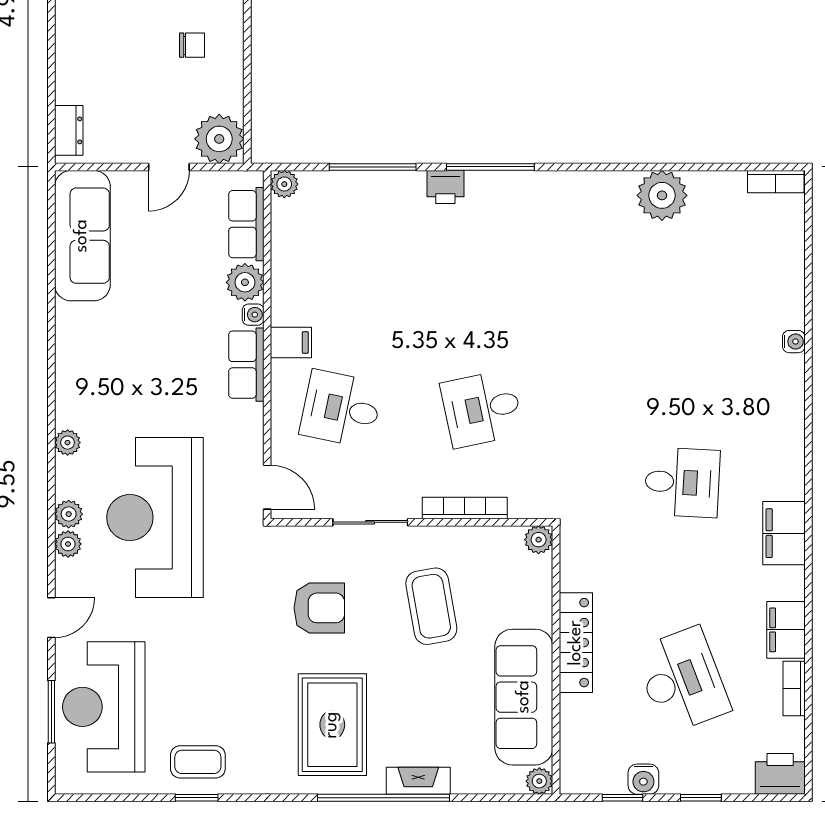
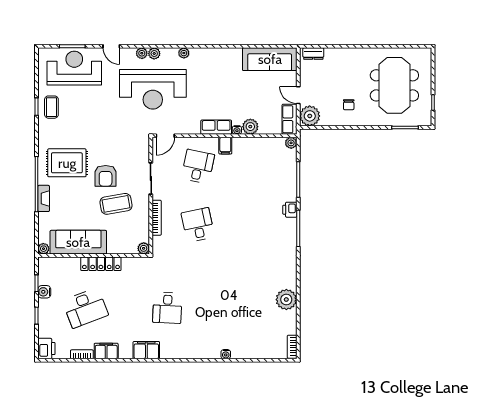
row of seats: (246, 224) -> (289, 119), moved, turned -90
reception desk: (155, 518) -> (153, 89), turned 180
armchair: (319, 608) -> (106, 176), moved

